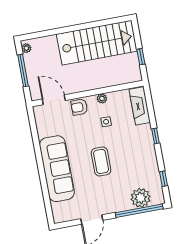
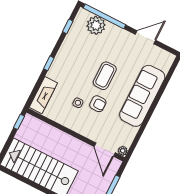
window: (141, 57) -> (19, 122), moved
plant: (102, 99) -> (123, 151), moved
armchair: (79, 107) -> (98, 104), moved

